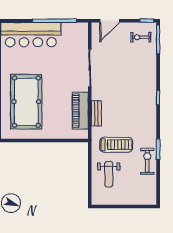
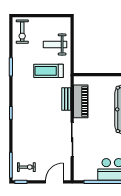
exercise bike: (147, 161) -> (22, 32), moved
weight bench: (109, 174) -> (55, 44), turned -90

